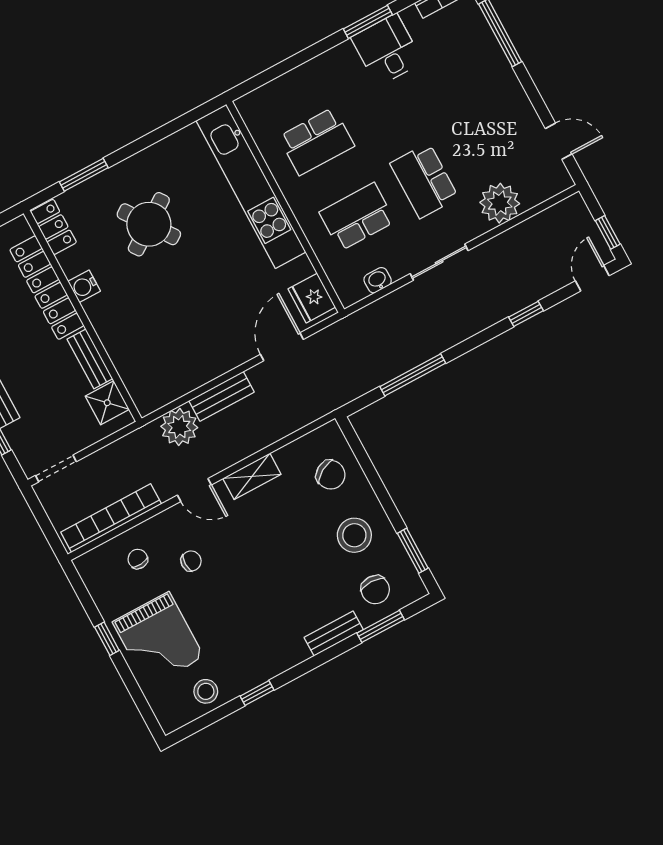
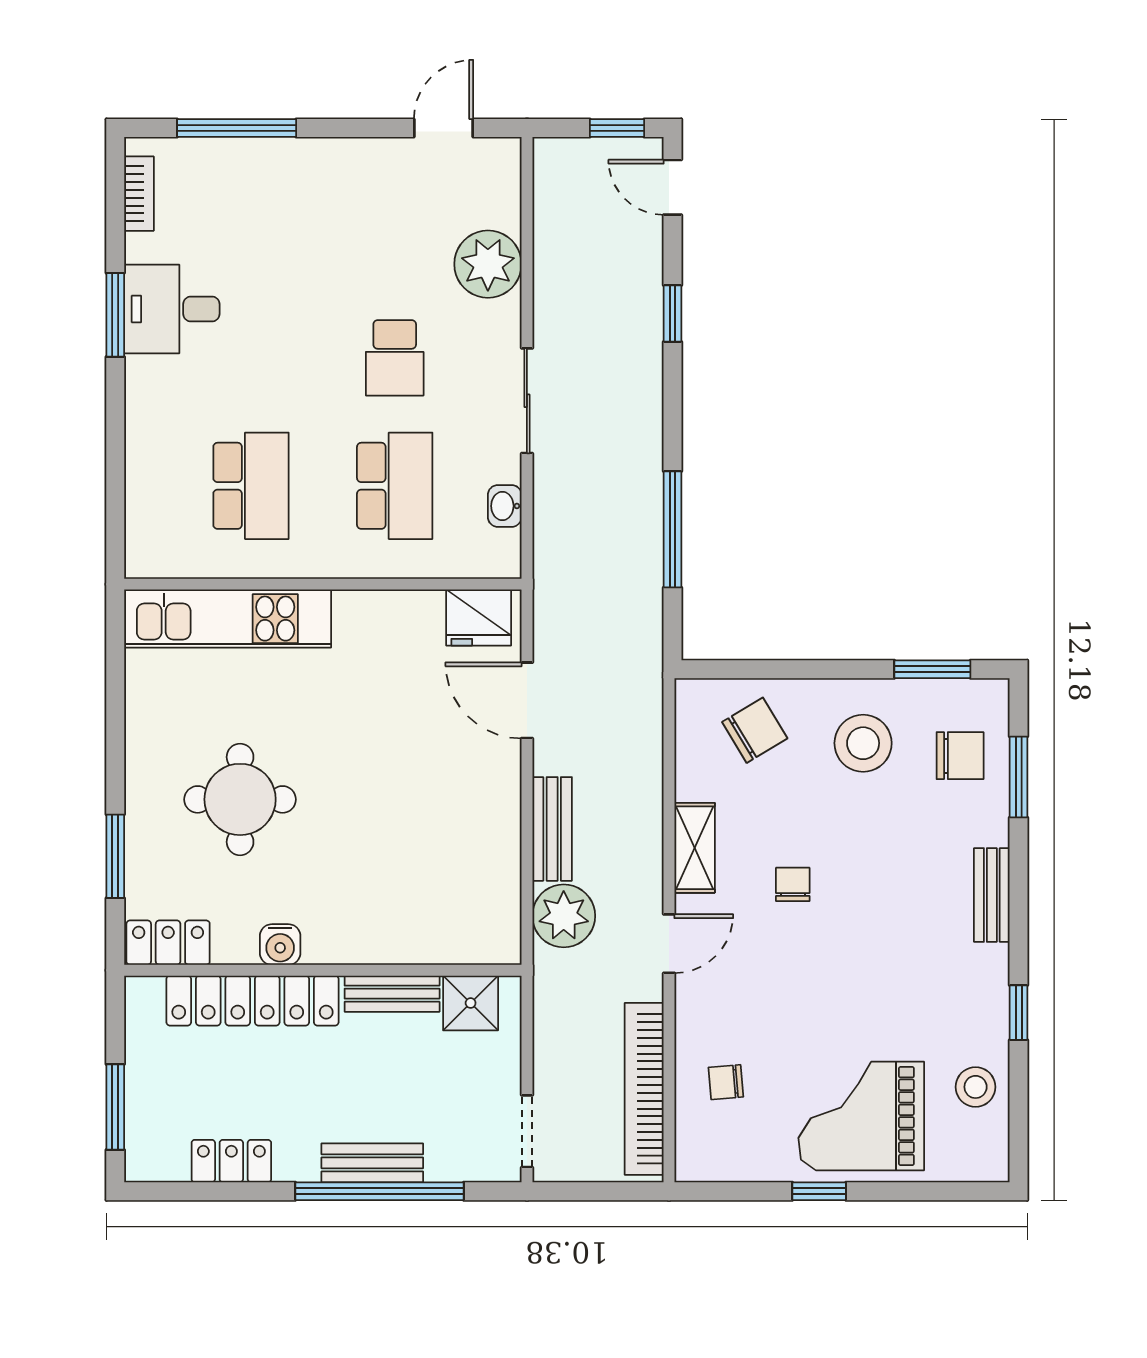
school desk: (424, 181) -> (395, 358), width x0.54
kitchen unit: (251, 186) -> (228, 619), width x0.73
school desk: (357, 217) -> (395, 486), turned 180
round table: (149, 224) -> (240, 799), turned 35
chair: (191, 561) -> (793, 884), moved
bench: (334, 634) -> (992, 895), moved
grand piano: (158, 640) -> (861, 1116), turned 180

